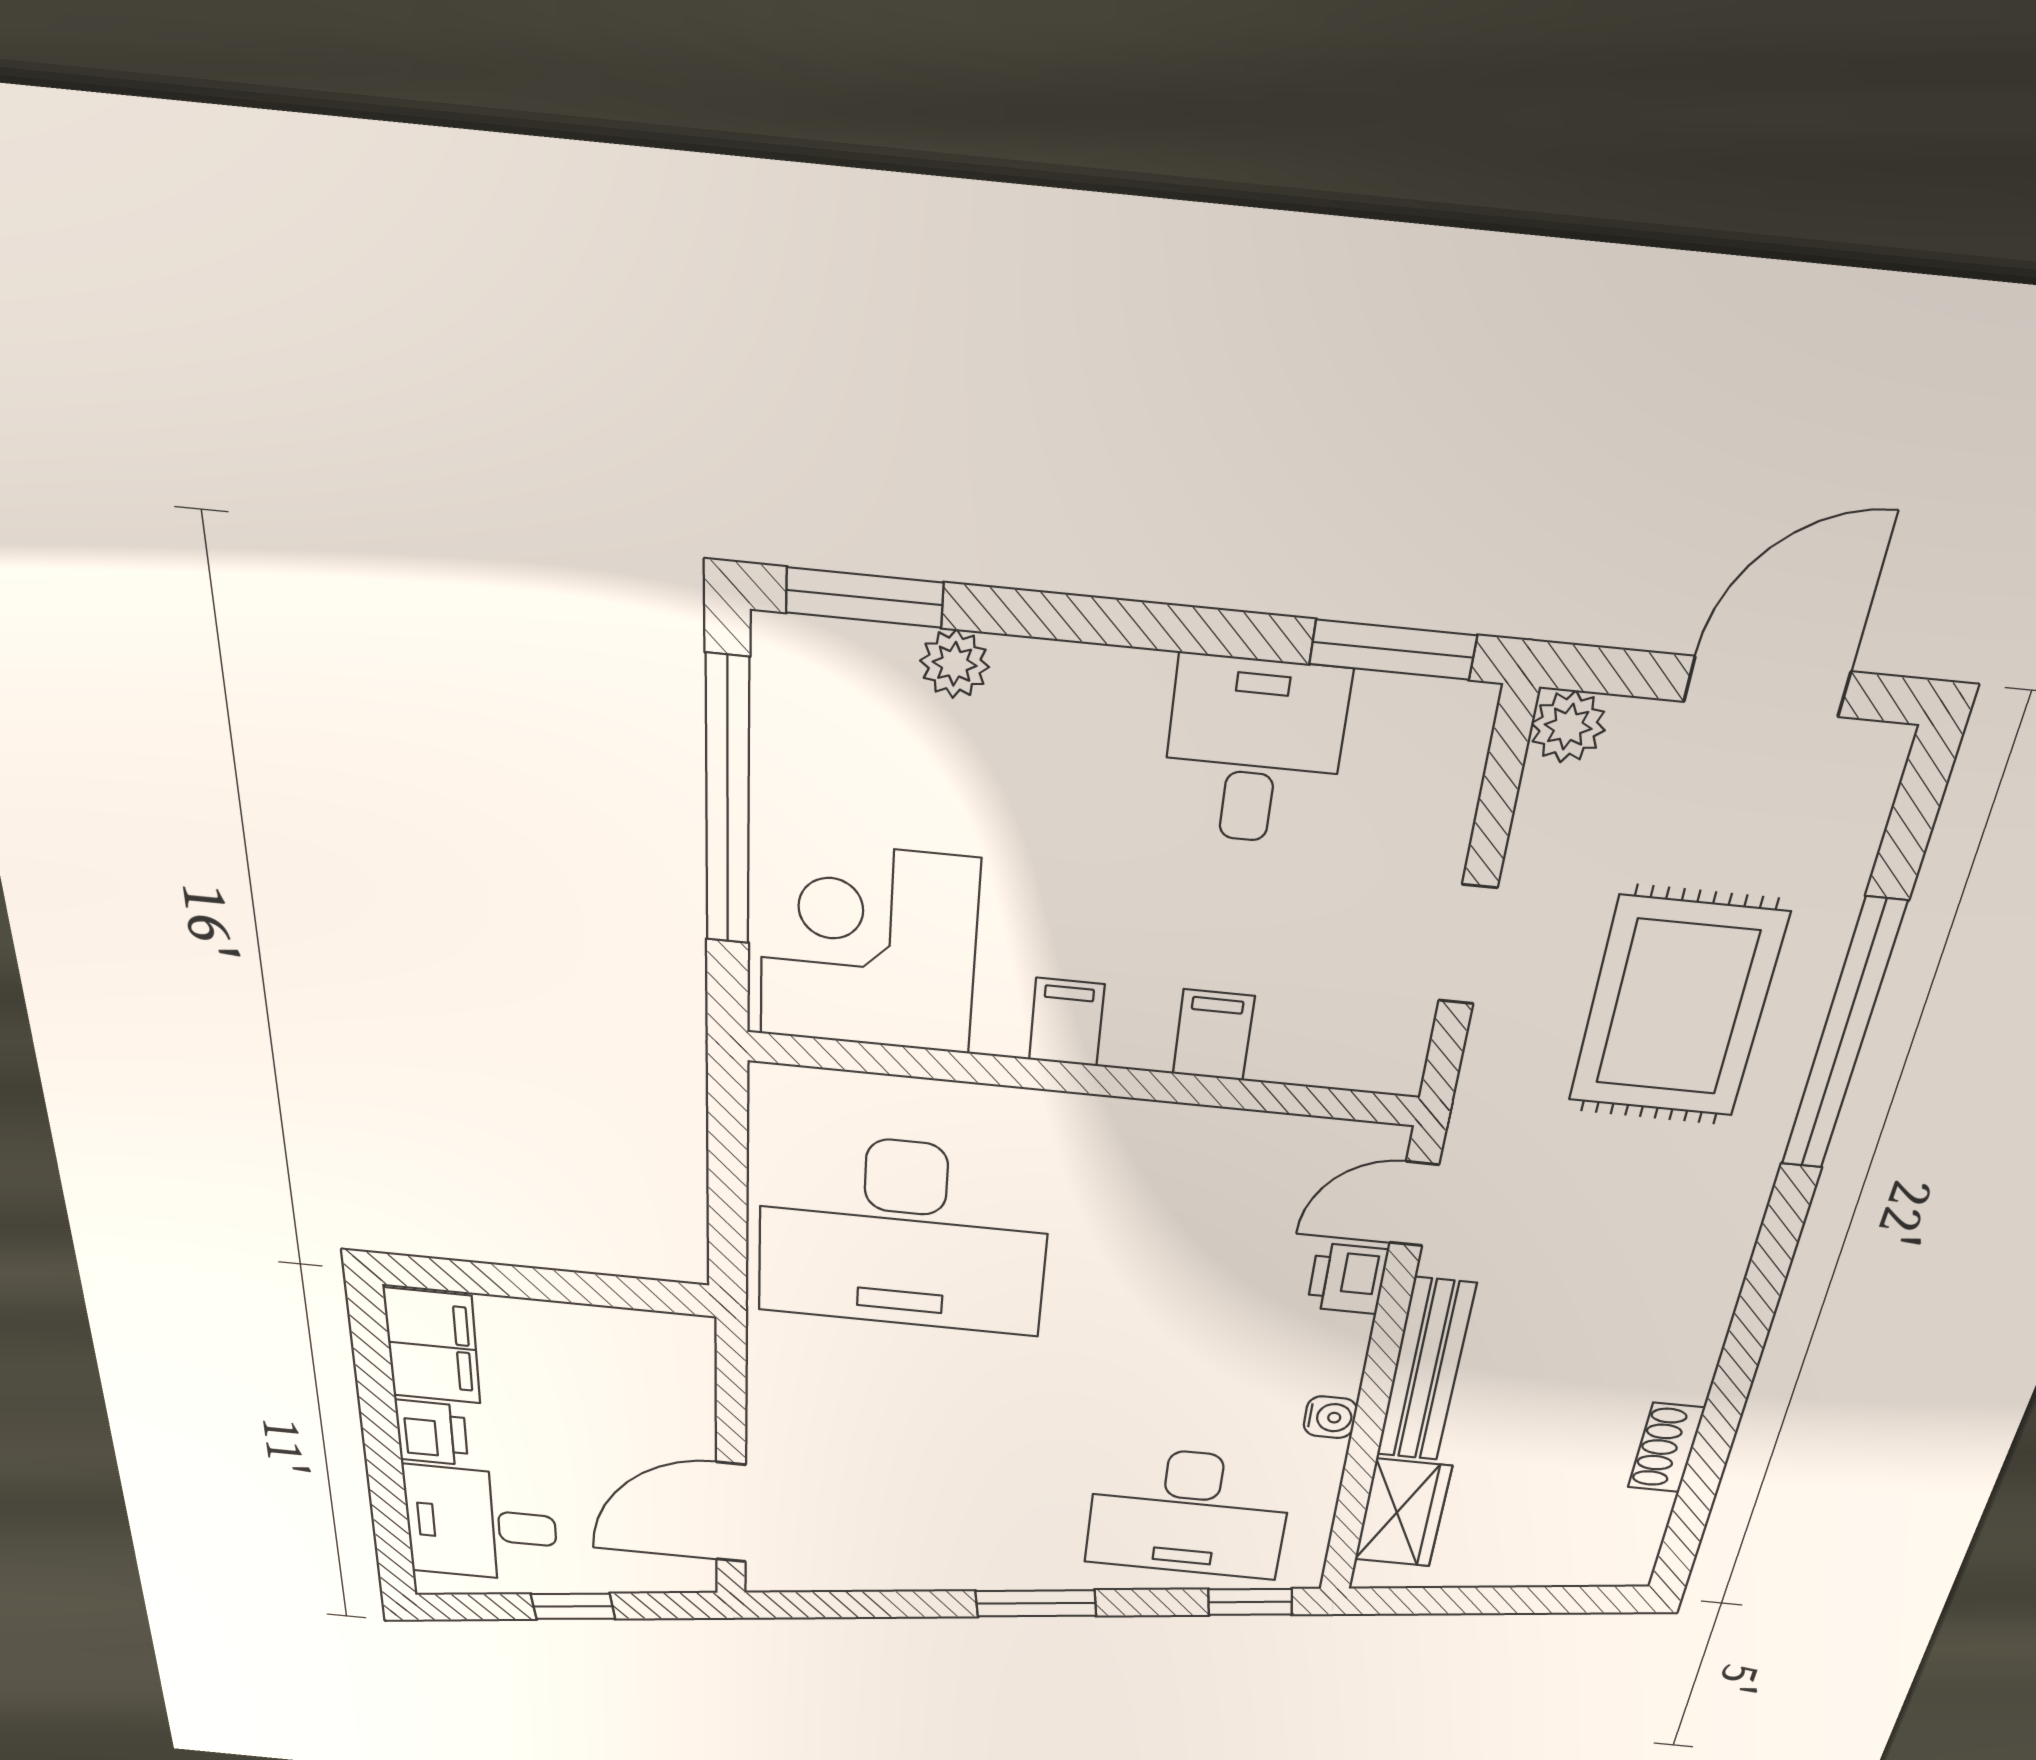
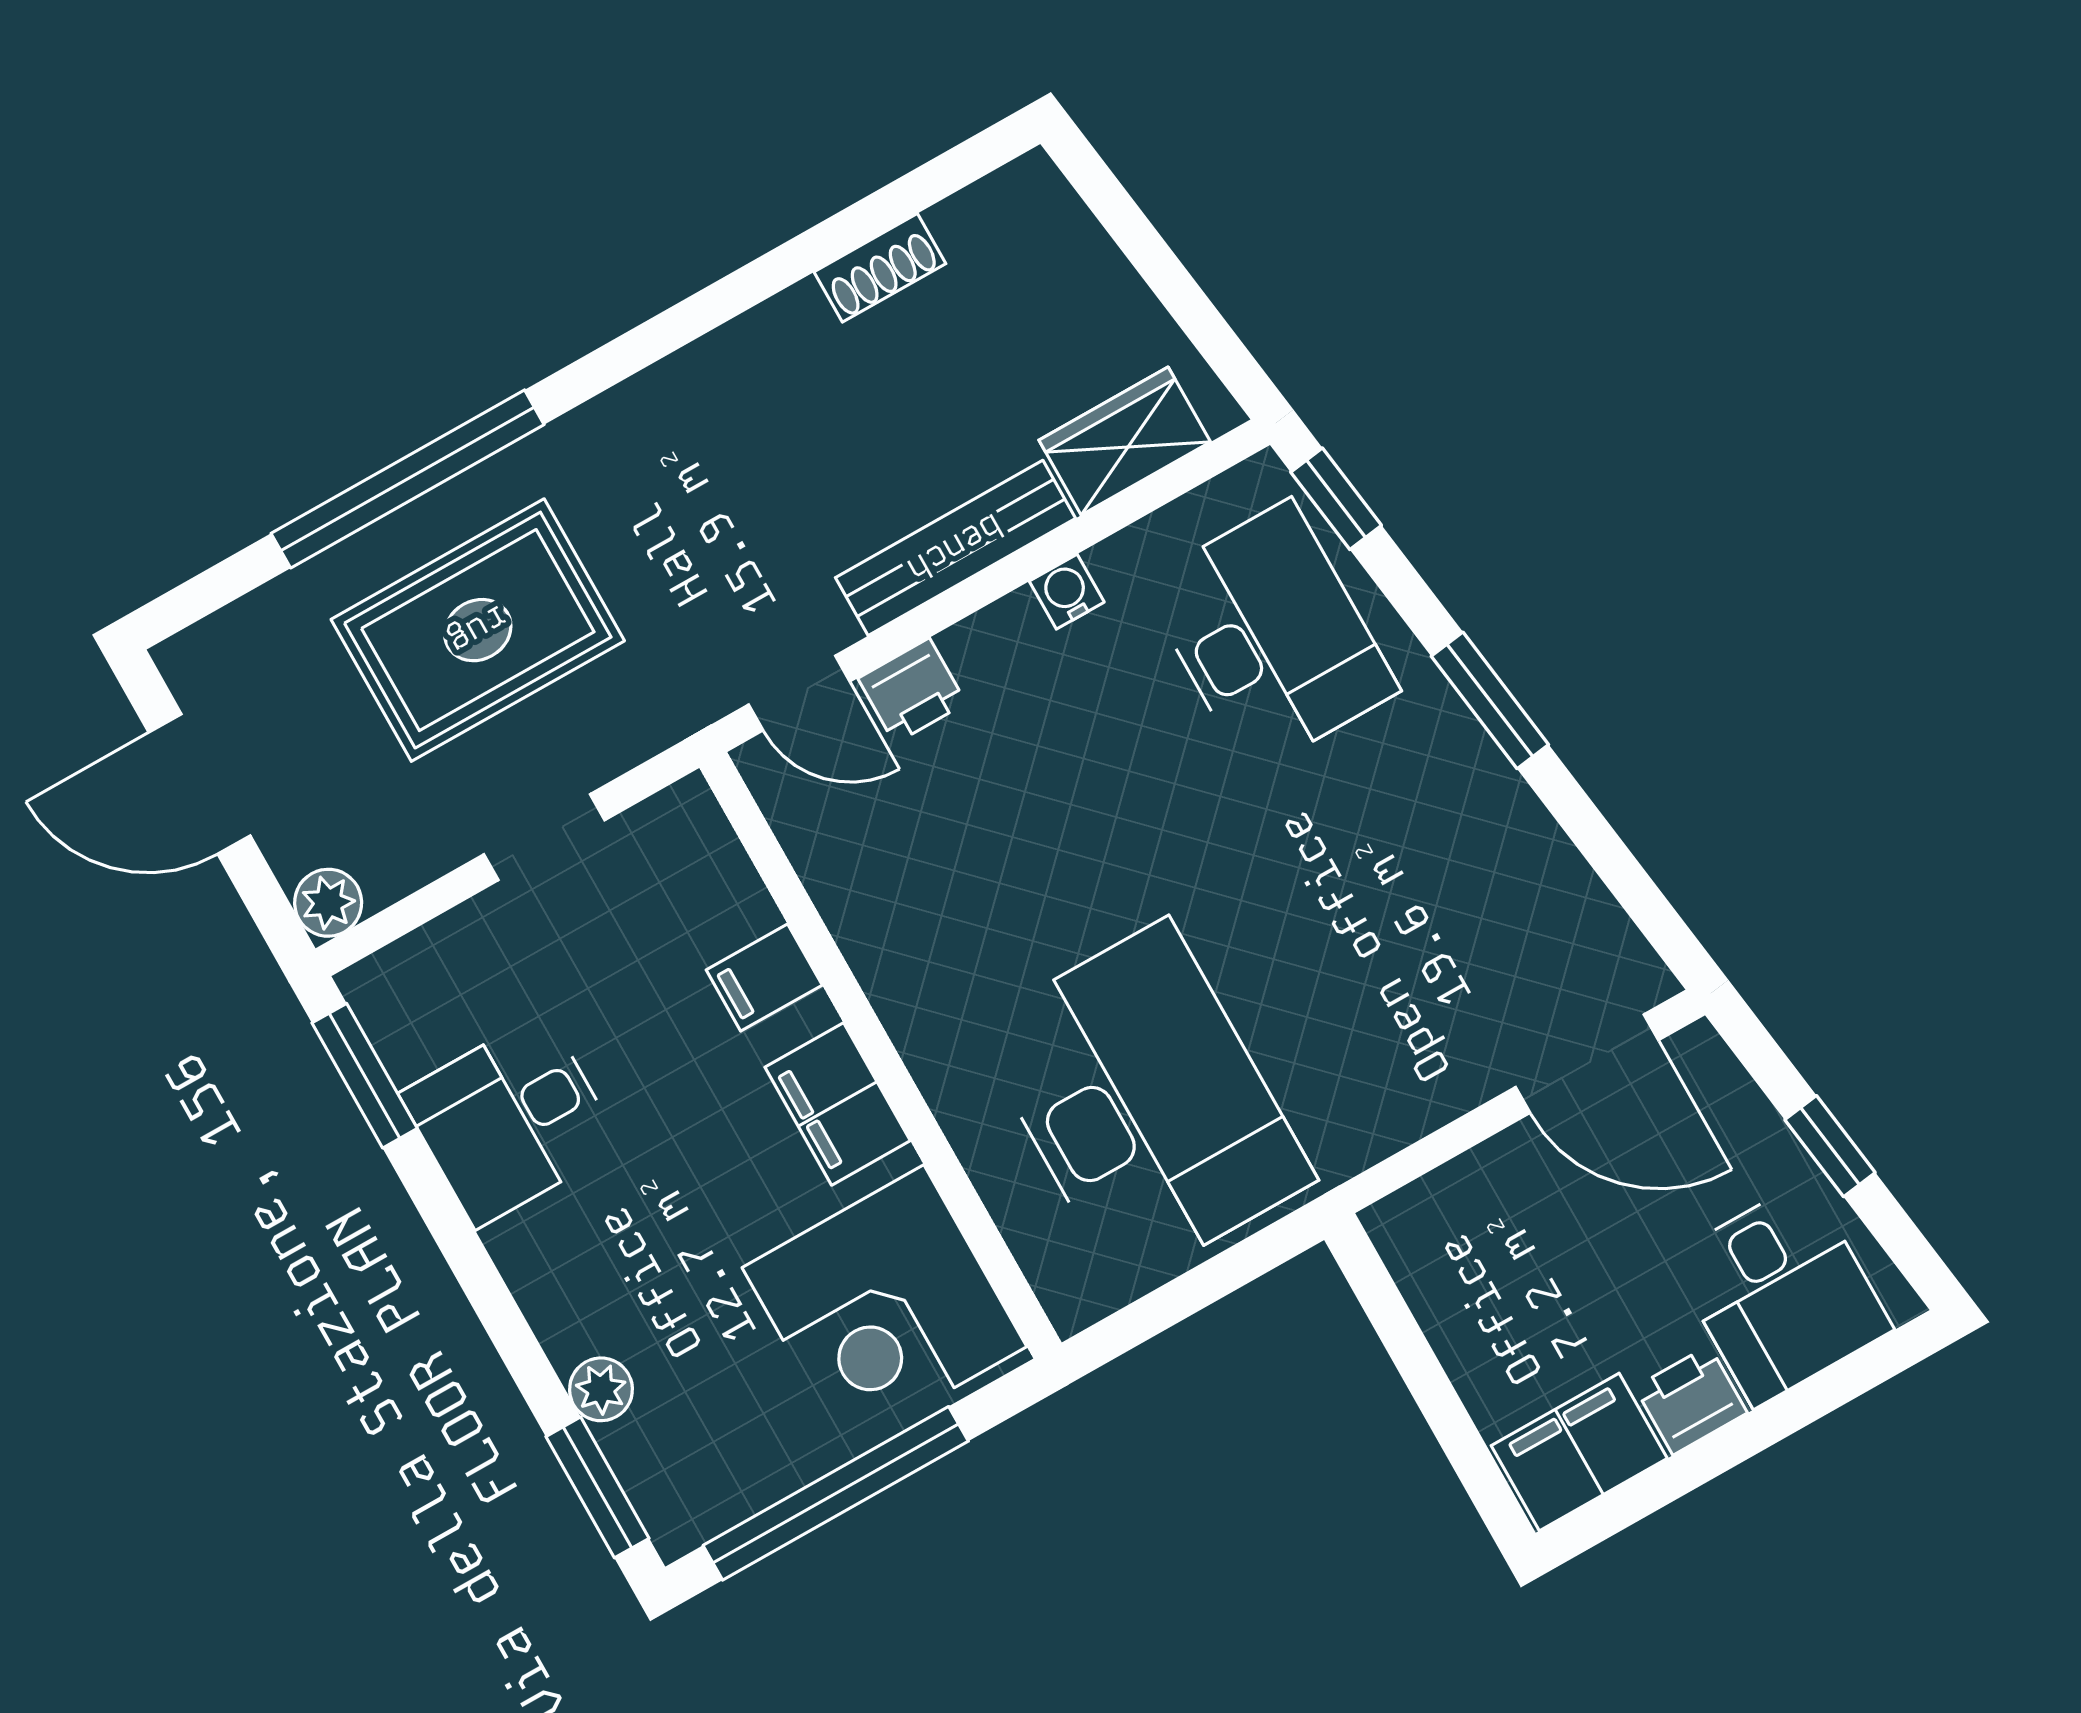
filing cabinet: (1067, 1022) -> (838, 1104), width x2.00

